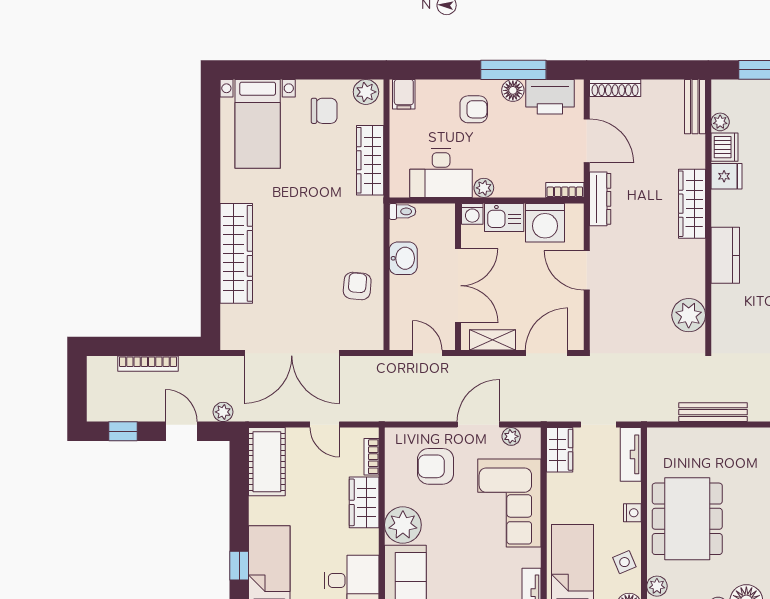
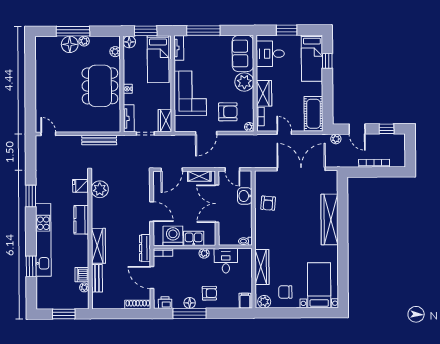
printer: (550, 97) -> (165, 303), width x0.53, depth x0.68
bench: (695, 107) -> (97, 278), moved
armchair: (474, 109) -> (209, 293), turned 180
desk: (441, 173) -> (226, 261), width x0.73
fridge: (726, 176) -> (81, 186), moved
washing machine: (472, 214) -> (210, 240), removed
washbasin: (403, 258) -> (245, 196), moved
bench: (713, 412) -> (99, 140), moved
plant: (511, 436) -> (249, 127), moved
side table: (624, 562) -> (132, 64), removed

